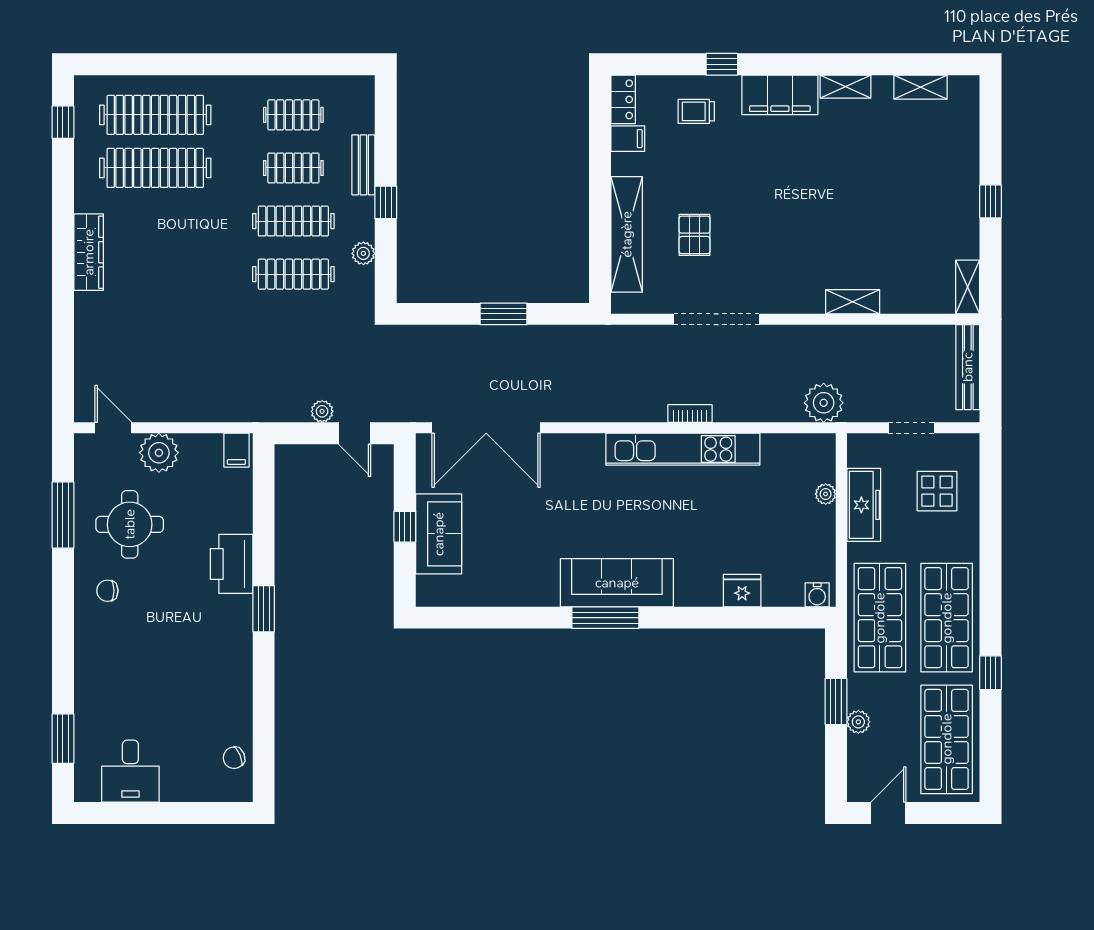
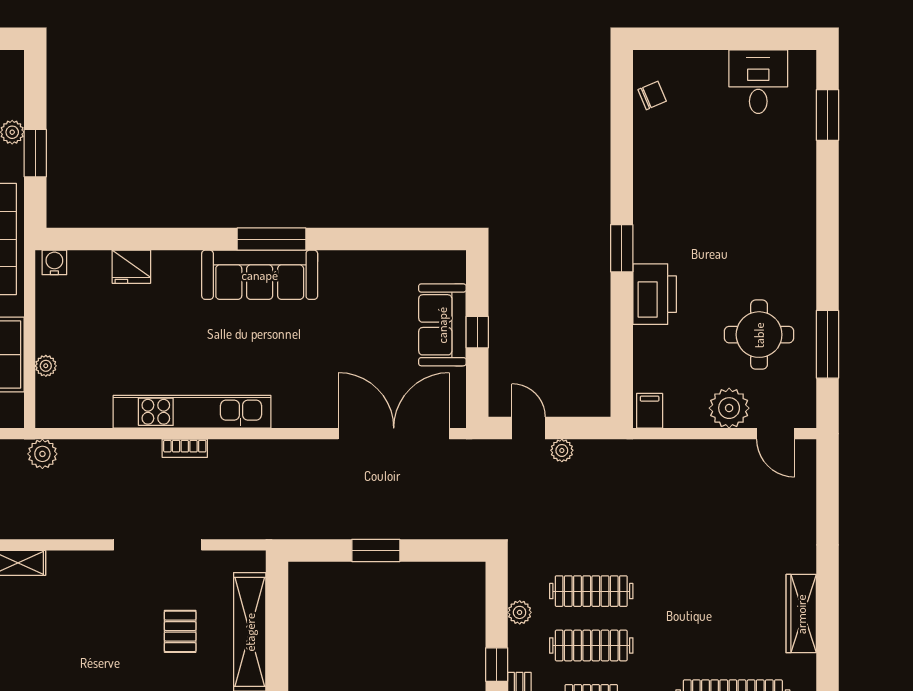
plant: (824, 403) -> (42, 454), width x0.73, depth x0.73
chair: (107, 591) -> (782, 267), removed

